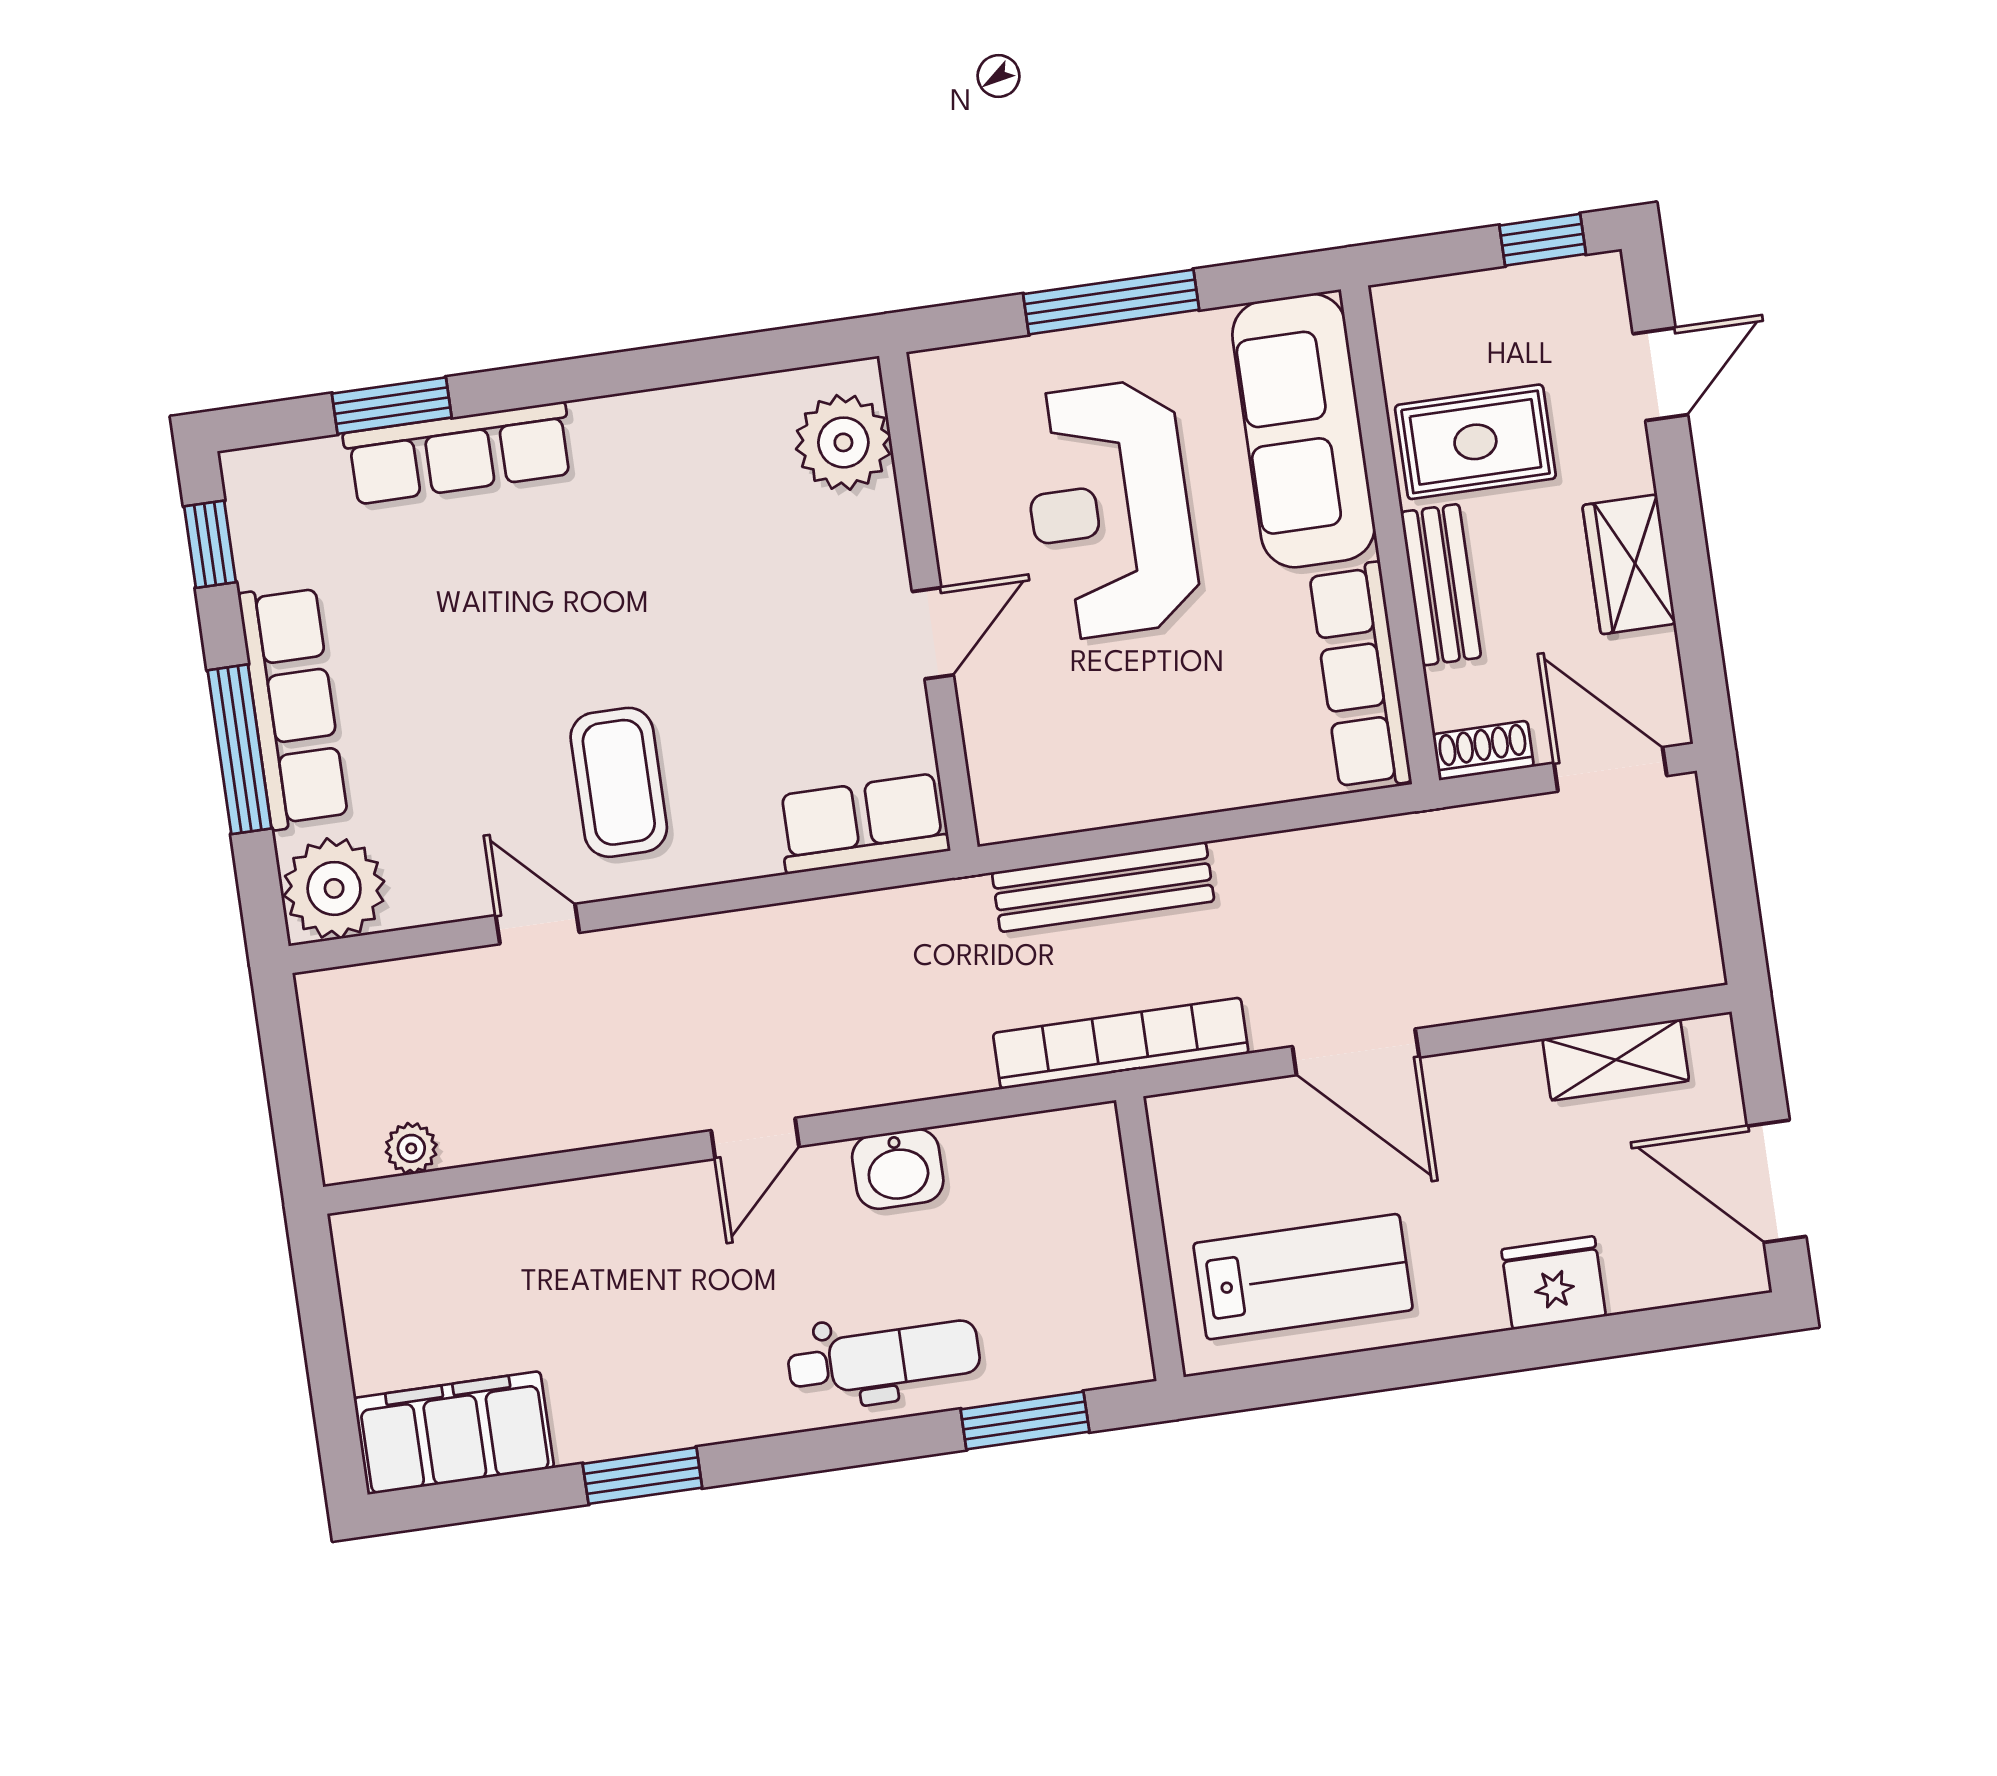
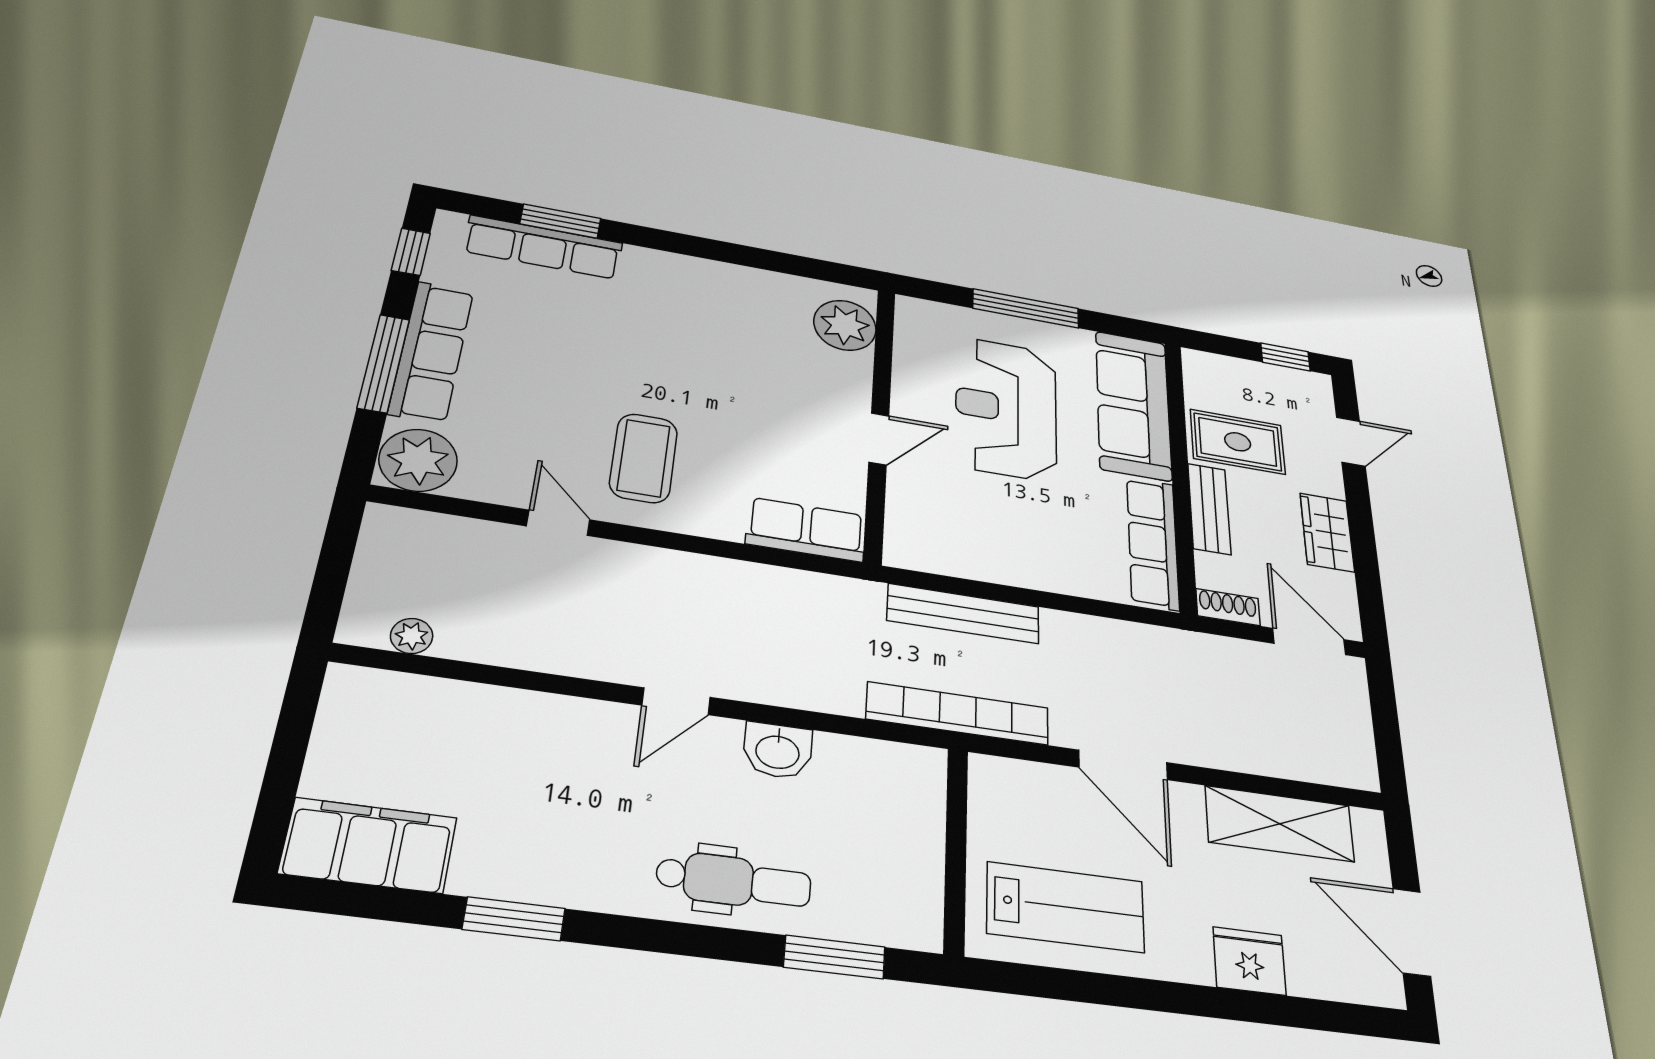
row of seats: (459, 453) -> (543, 247), moved
shelving: (1616, 1060) -> (1280, 824), width x1.50, depth x1.33

